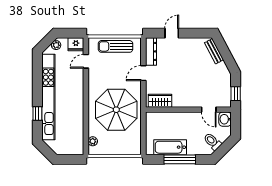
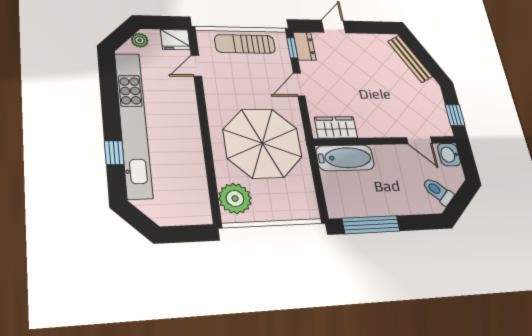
window: (143, 49) -> (292, 48), added
dresser: (151, 51) -> (304, 46), width x0.70
bench: (214, 51) -> (410, 59), width x1.36
plant: (93, 141) -> (235, 198), width x1.88, depth x1.88
bathtub: (170, 147) -> (345, 158), moved, turned 180
window: (180, 159) -> (371, 225), moved

